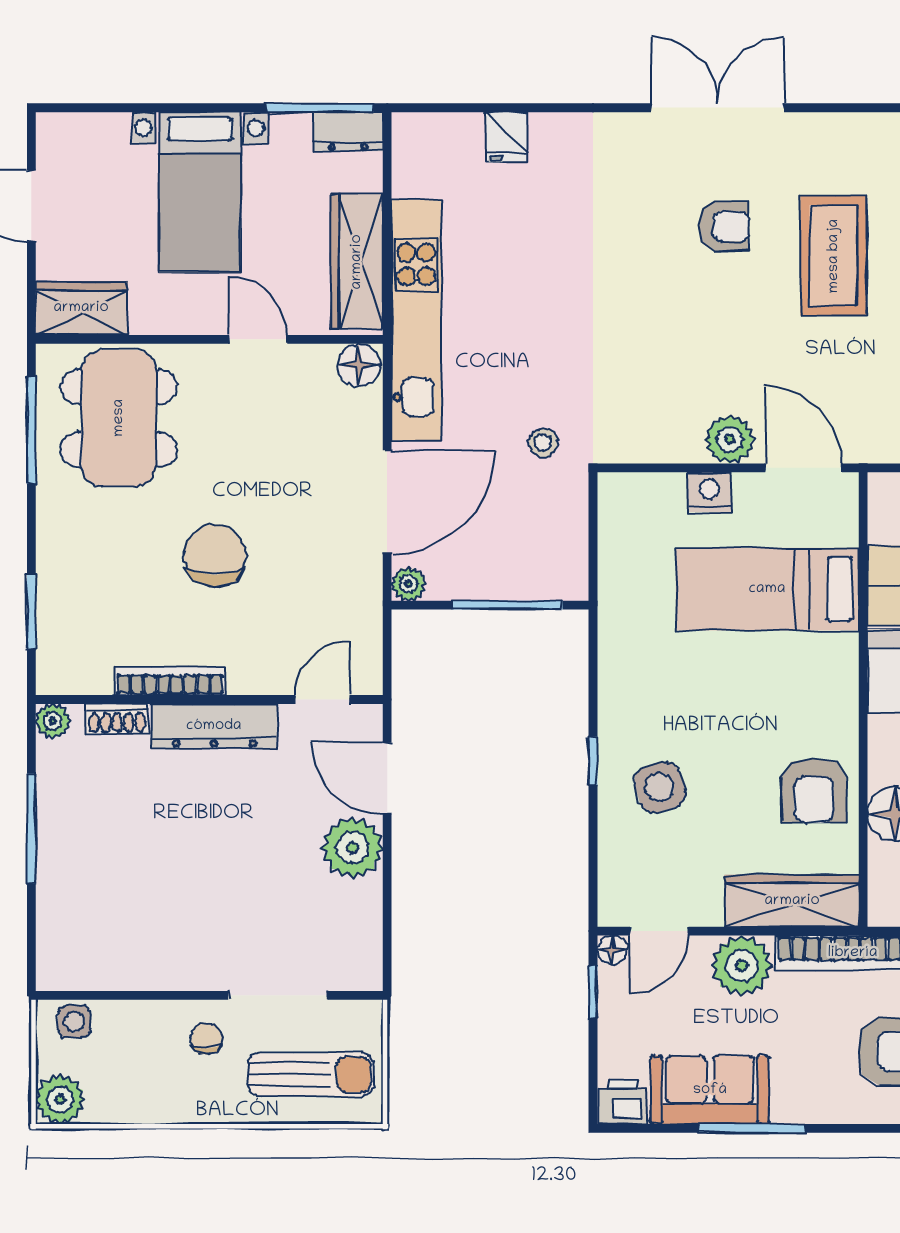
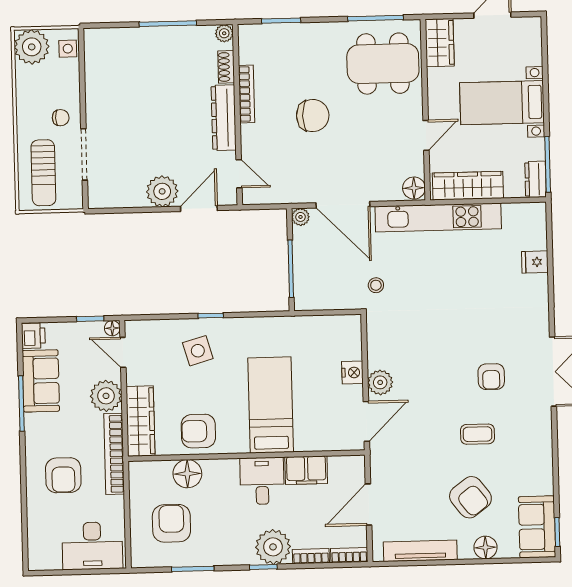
coffee table: (834, 256) -> (477, 434), width x0.54, depth x0.58
bed: (767, 589) -> (271, 405), moved
plant: (60, 1099) -> (32, 47), width x1.36, depth x1.36

